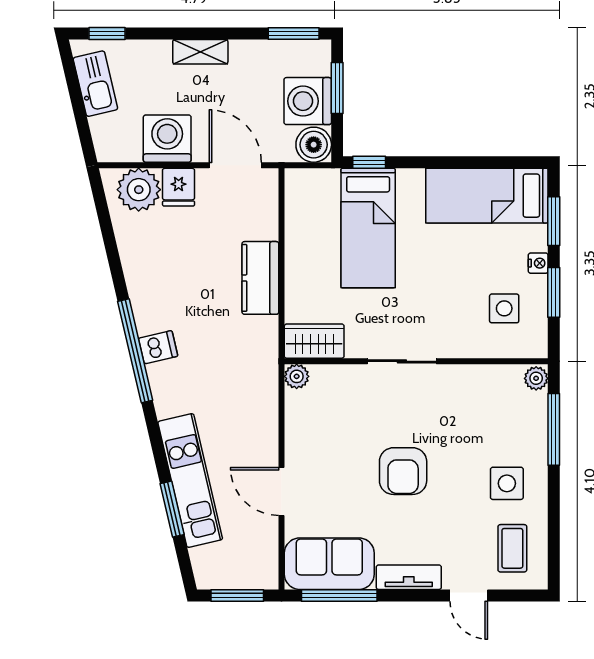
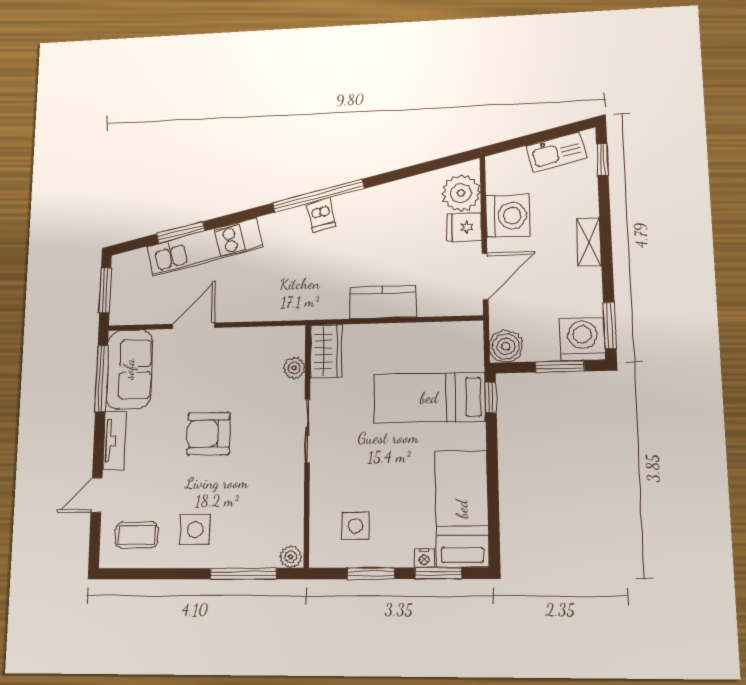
washing machine: (308, 101) -> (582, 339), moved
nightstand: (538, 263) -> (424, 558), moved
plant: (297, 376) -> (294, 368), moved

